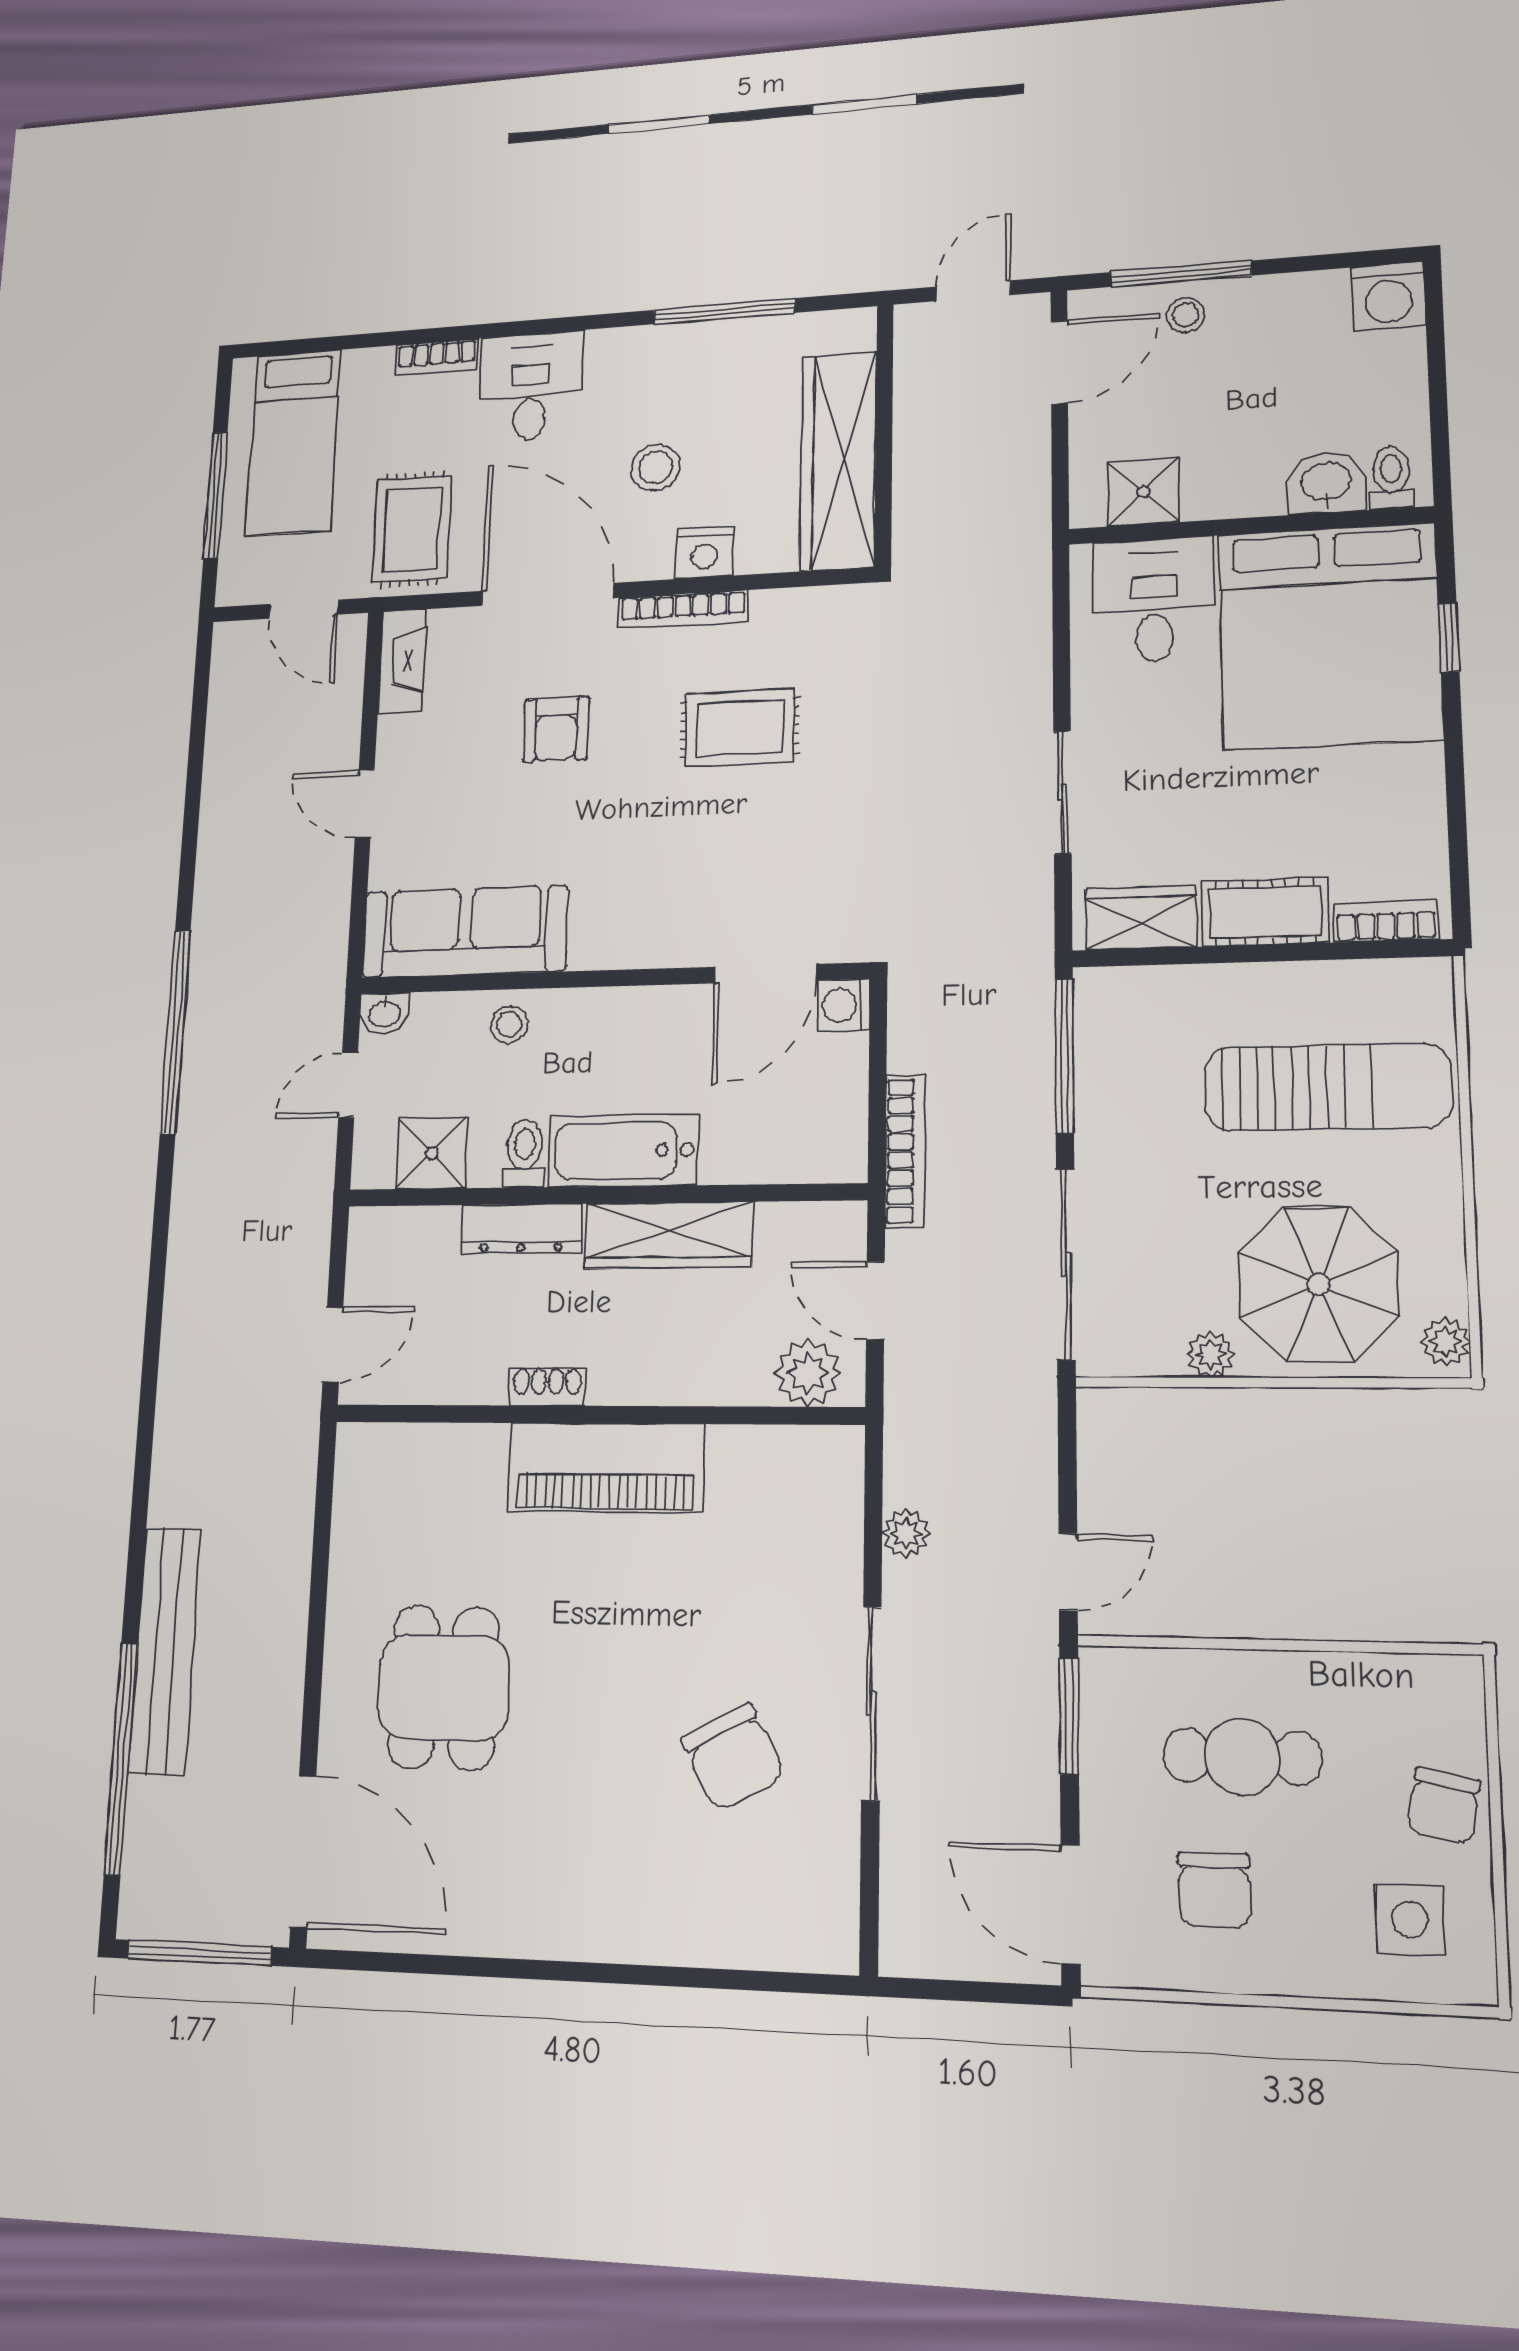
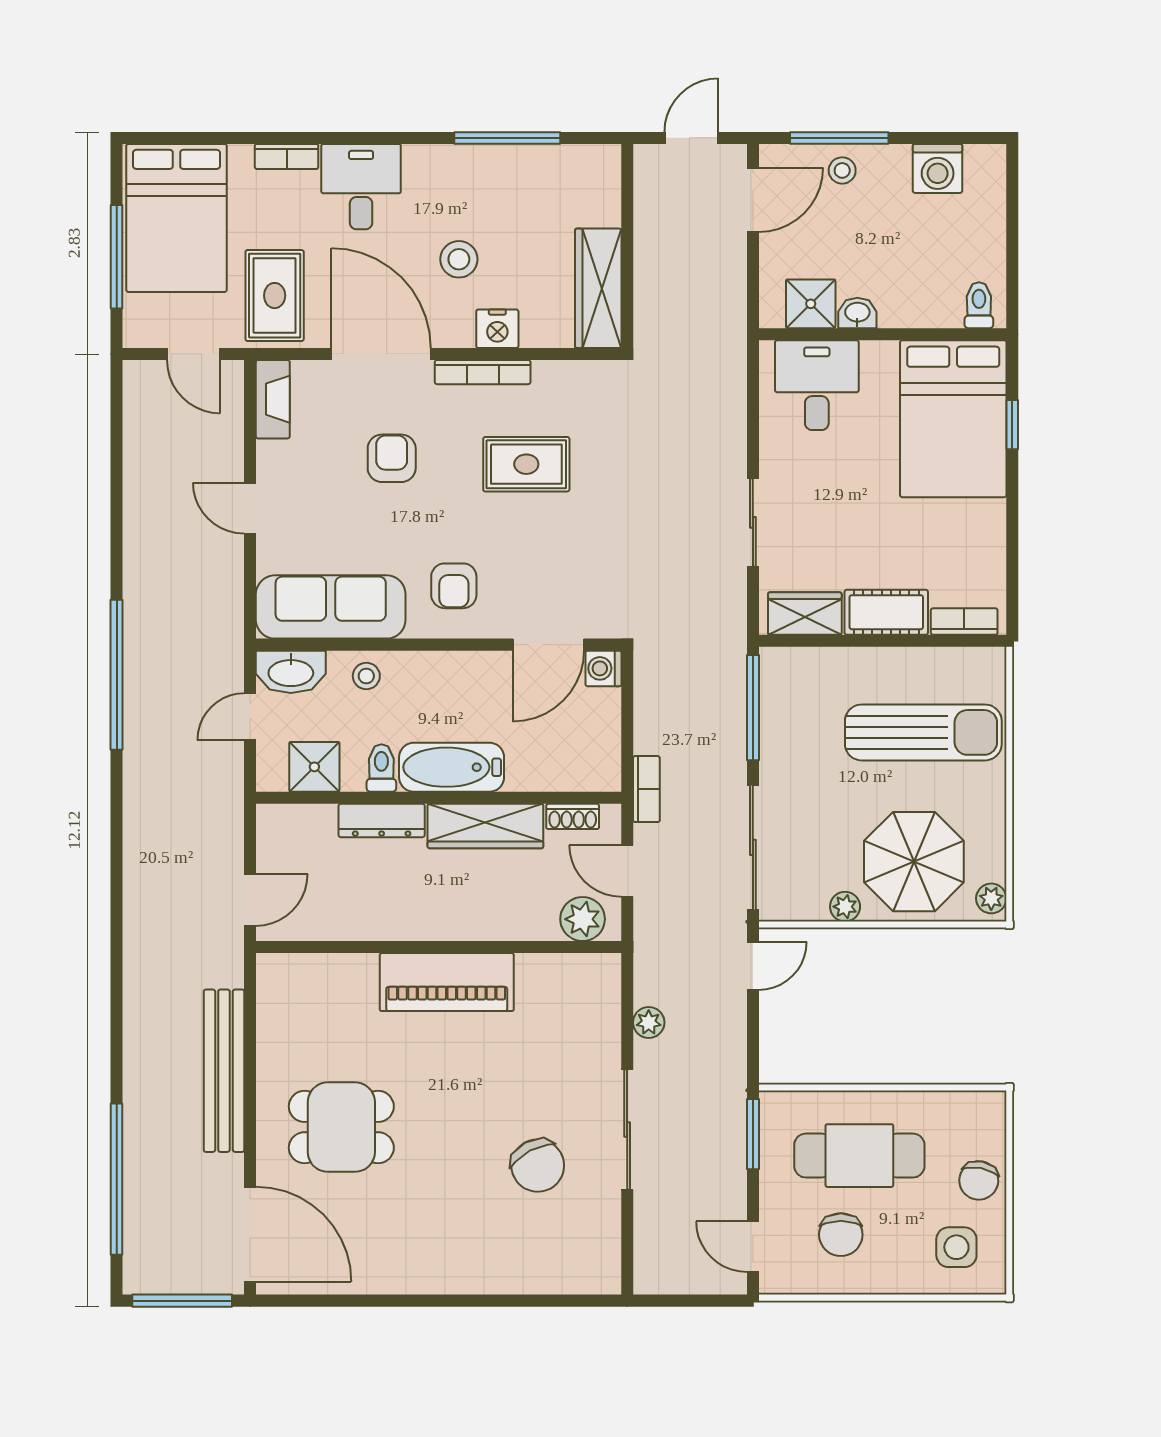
washing machine: (1388, 296) -> (938, 168), moved
bed: (293, 443) -> (177, 218), width x1.50
wardrobe: (838, 461) -> (598, 288), width x0.71, depth x0.85
washbasin: (1326, 483) -> (857, 313), moved, width x0.72, depth x0.69
bed: (1329, 636) -> (953, 419), width x0.73
armchair: (556, 729) -> (392, 458), turned 180
armchair: (635, 897) -> (454, 586), added
washbasin: (385, 1013) -> (291, 672), width x1.91, depth x1.45
bookcase: (905, 1151) -> (646, 789), width x0.64
shoe rack: (547, 1387) -> (573, 816), moved, turned 180
door: (1068, 1572) -> (753, 966), moved
bench: (165, 1651) -> (224, 1071), moved
dining table: (444, 1688) -> (341, 1127), turned 90
cafe table: (1242, 1757) -> (859, 1156), width x1.37, depth x1.35
door: (1070, 1904) -> (753, 1247), width x0.73

